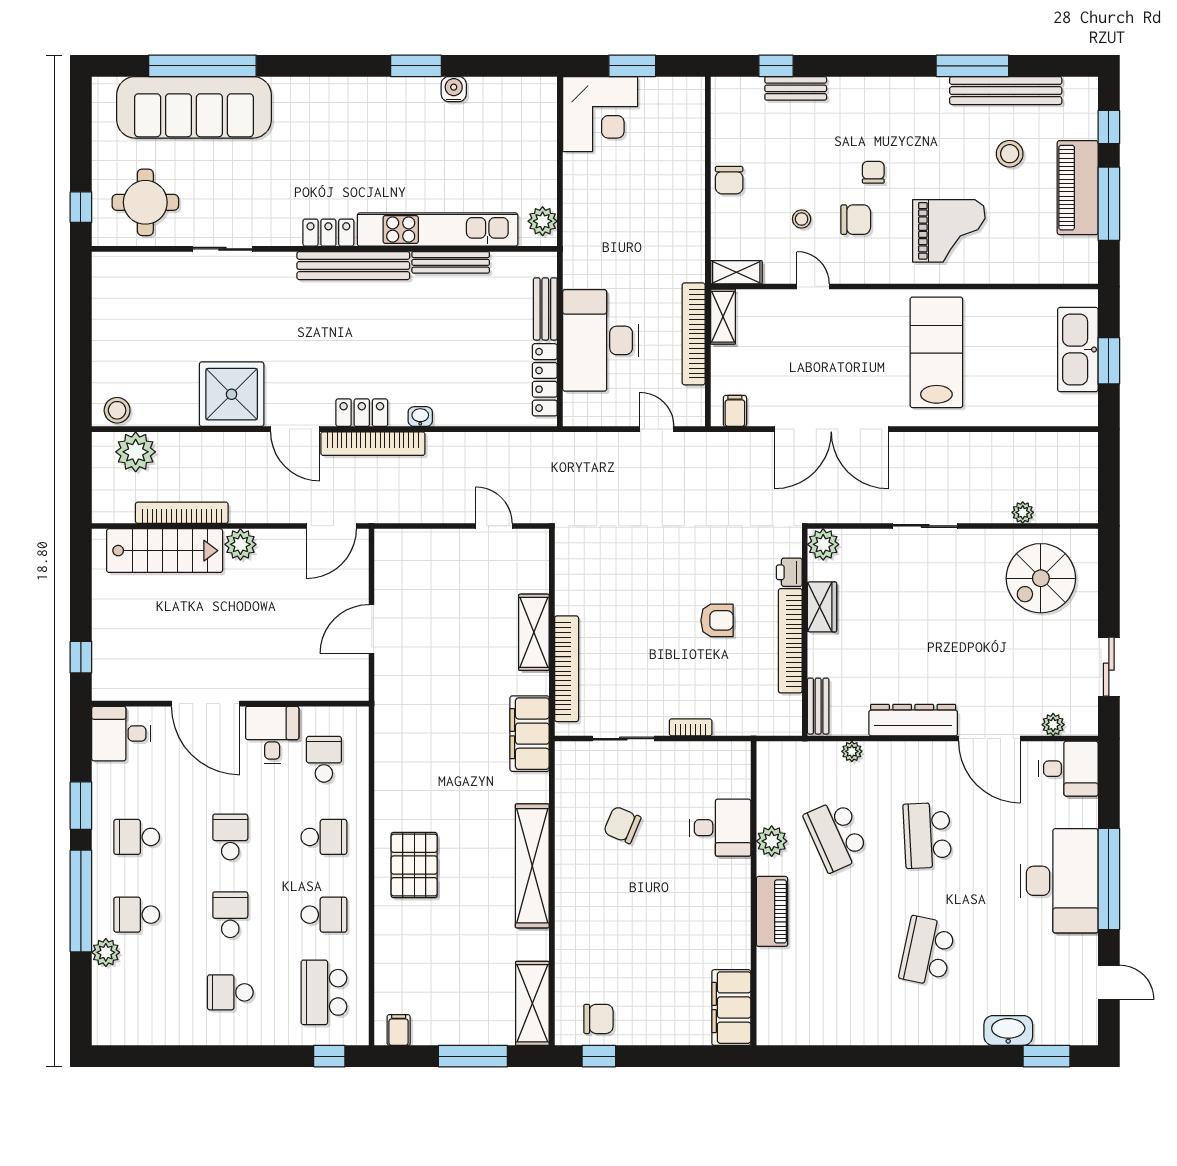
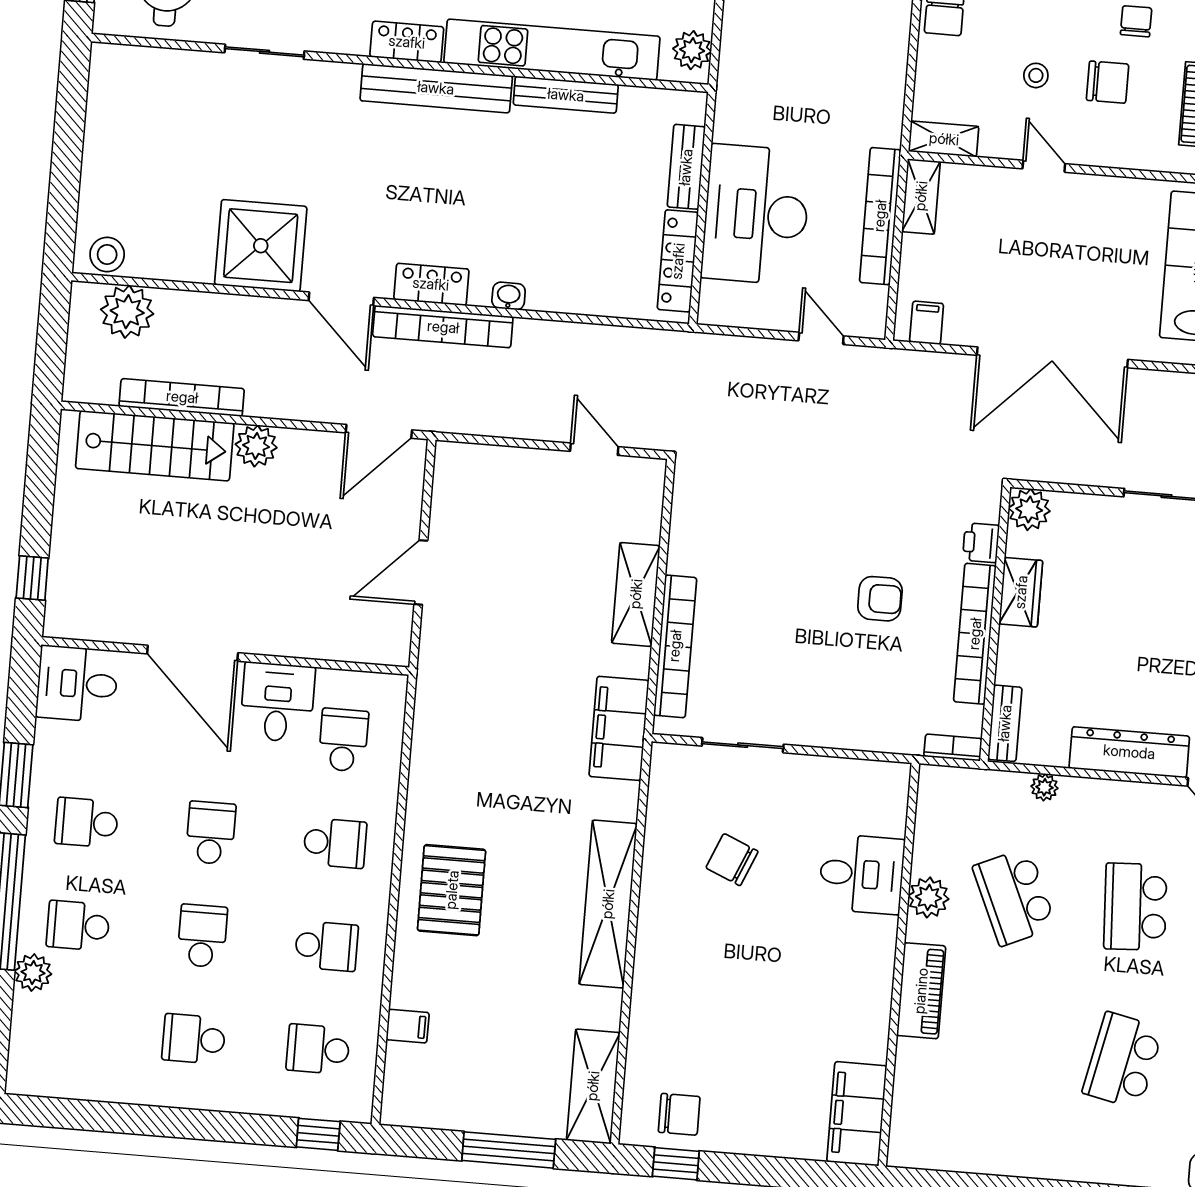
bookcase: (691, 727) -> (953, 747), moved
school desk: (324, 992) -> (318, 1049), width x0.54
filing cabinet: (399, 1030) -> (408, 1026), moved, turned 90

